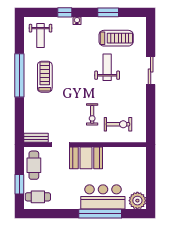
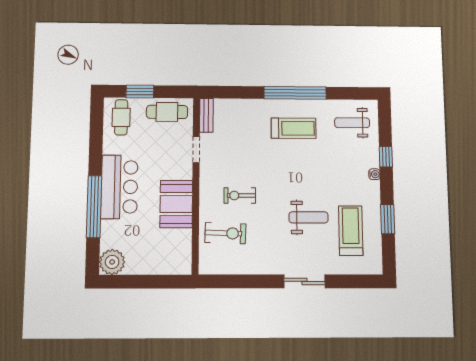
treadmill: (116, 38) -> (351, 231), turned 180
exercise bike: (118, 124) -> (225, 233), turned -88
booth: (86, 158) -> (176, 204), moved
bar counter: (103, 197) -> (119, 187), moved

